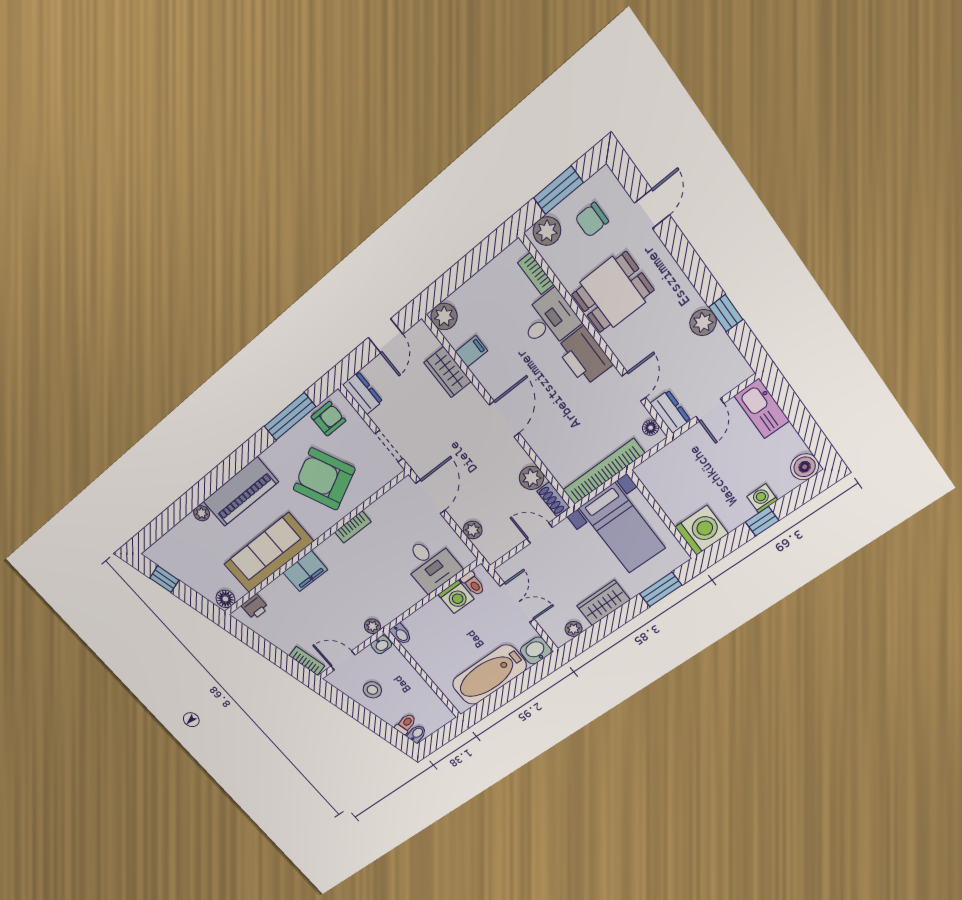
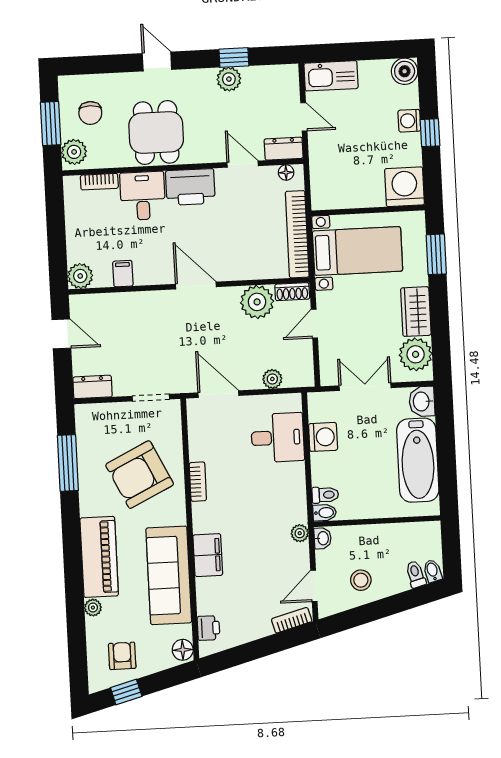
door: (652, 209) -> (157, 61), moved
wardrobe: (447, 372) -> (125, 305), removed
armchair: (328, 419) -> (122, 656), moved
plant: (532, 478) -> (257, 302), width x1.36, depth x1.36
toilet: (473, 584) -> (325, 495), moved
plant: (574, 629) -> (416, 354), width x1.87, depth x1.87

